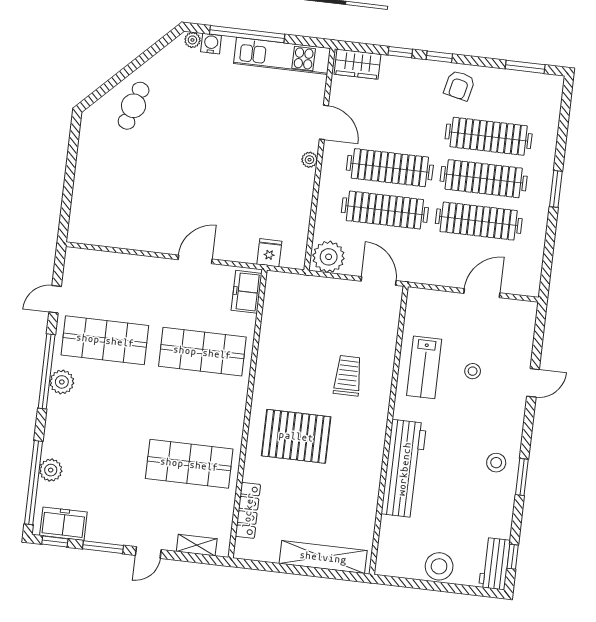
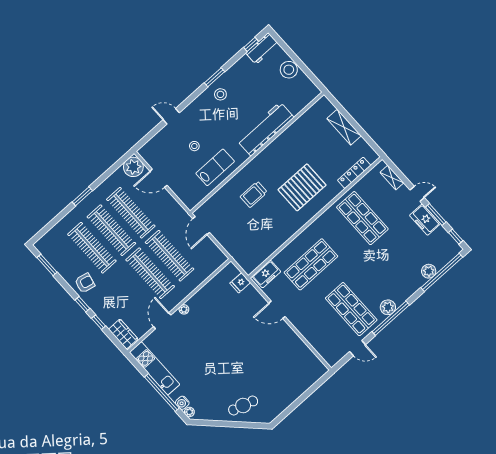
plant: (329, 257) -> (133, 167), moved
shop shelf: (202, 352) -> (311, 264), turned 90
pallet: (296, 436) -> (302, 187), turned 90
freezer: (63, 524) -> (425, 220), moved
shelving: (323, 557) -> (344, 127), width x0.68

